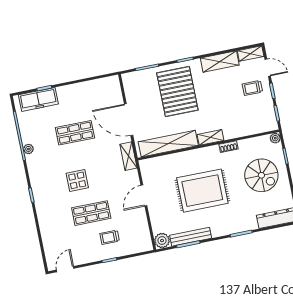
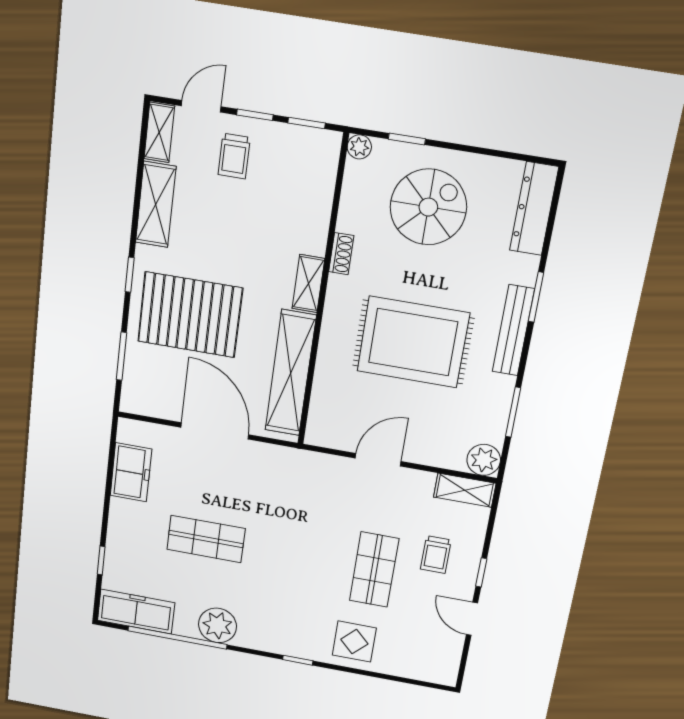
freezer: (94, 88) -> (131, 472), added
freezer: (38, 99) -> (136, 612), moved, turned -90
door: (129, 120) -> (215, 431), swing flipped
shop shelf: (75, 133) -> (206, 539), turned 90
plant: (28, 149) -> (218, 625), width x1.87, depth x1.87
shelving: (128, 156) -> (465, 490), moved
display table: (77, 180) -> (354, 642), moved
rug: (202, 191) -> (413, 342), turned 90
door: (144, 196) -> (378, 460), swing flipped
bench: (191, 237) -> (513, 330), moved
door: (65, 269) -> (472, 619), moved

